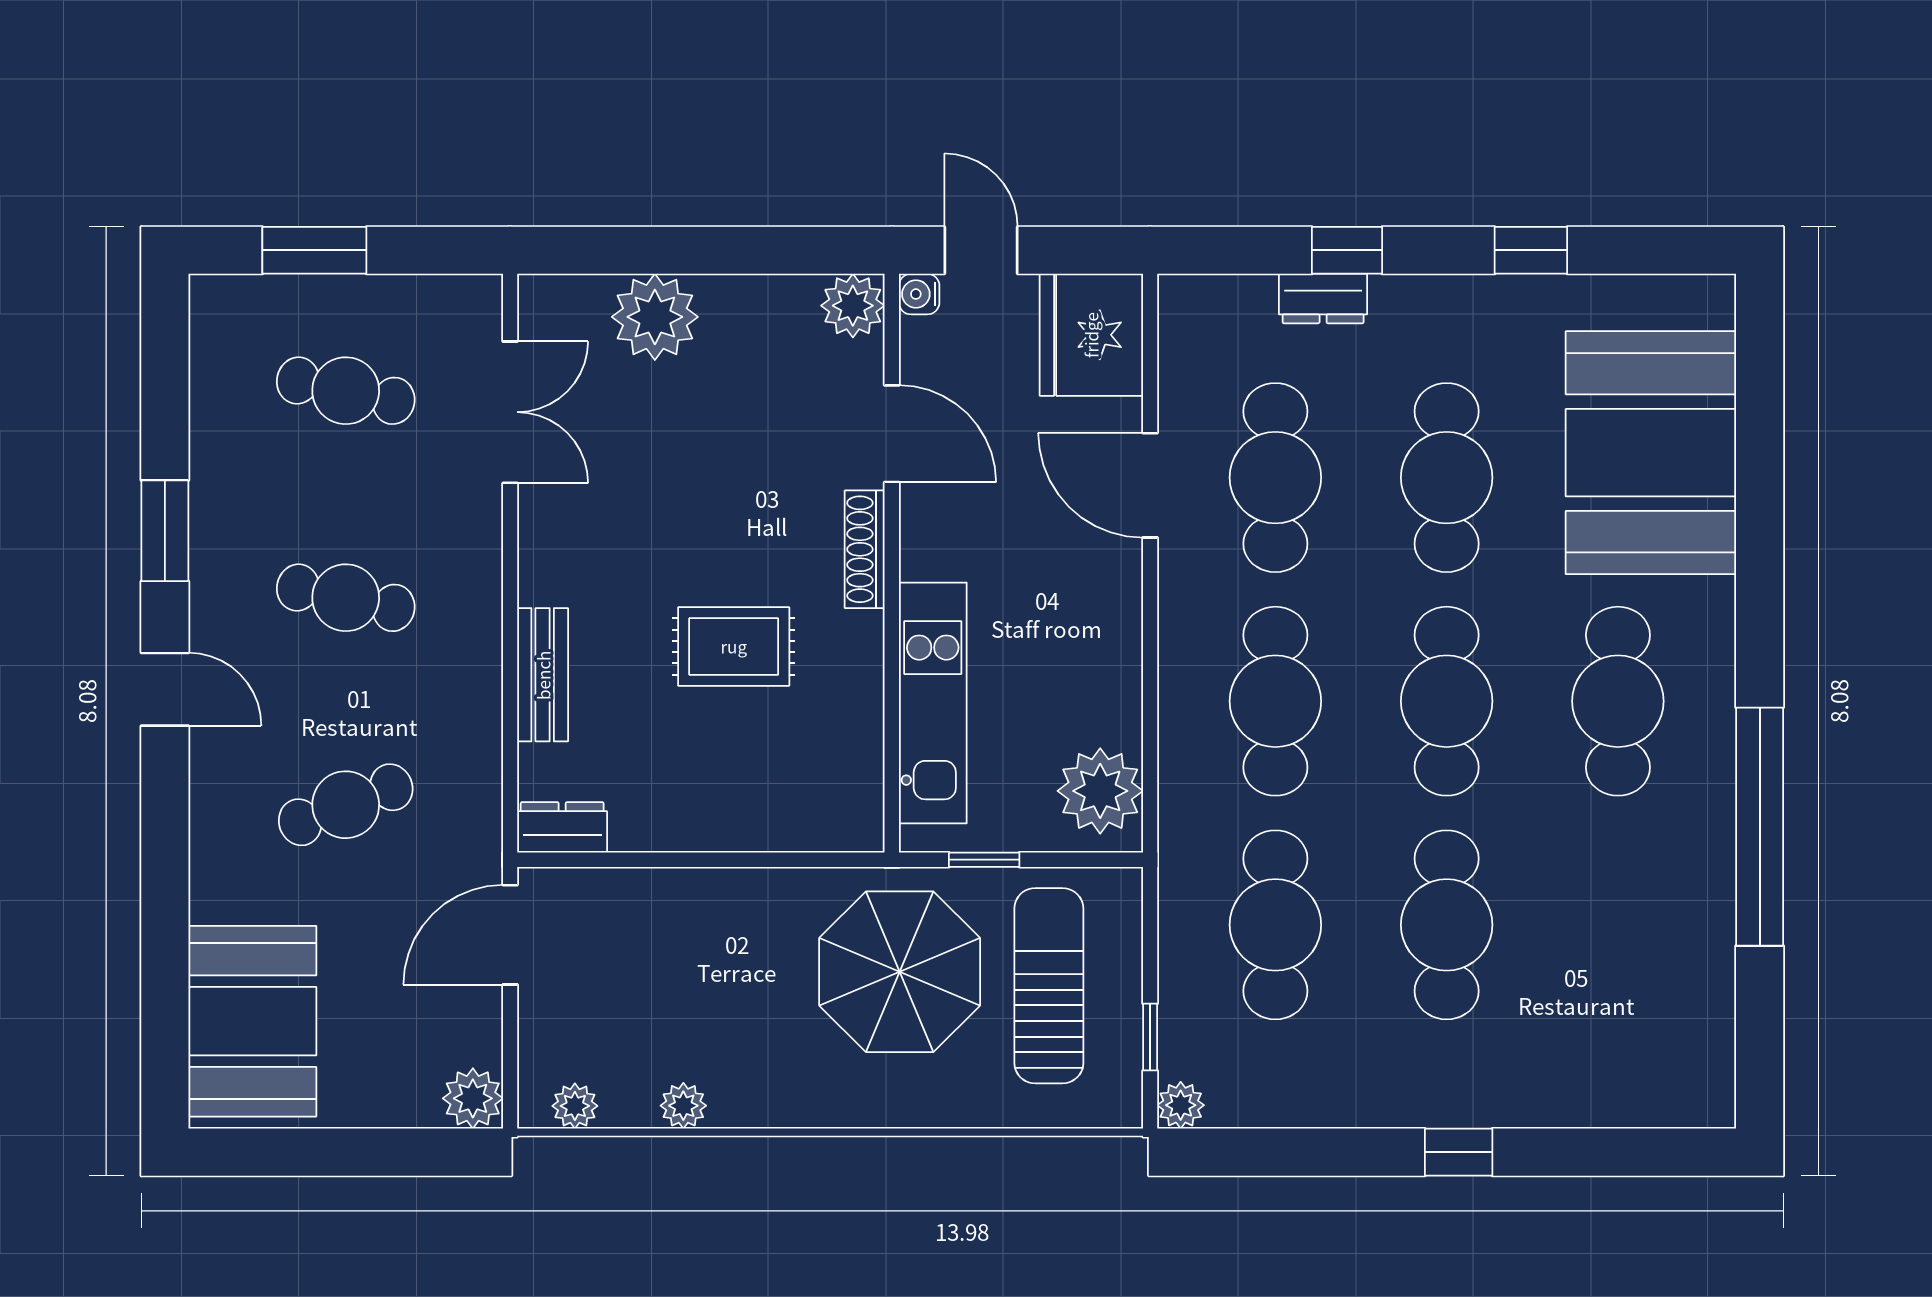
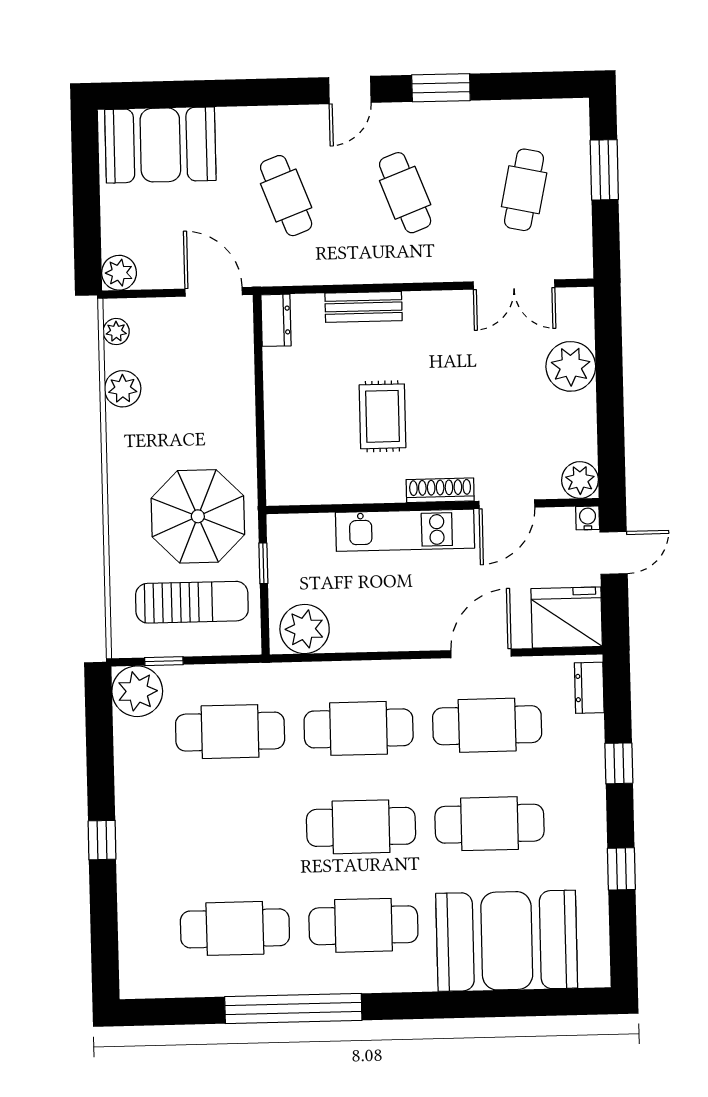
dresser: (1323, 299) -> (589, 688), moved
cafe table: (346, 598) -> (405, 193), turned -33
kitchen unit: (933, 703) -> (405, 530), moved
cafe table: (1447, 925) -> (235, 928), moved
plant: (1181, 1105) -> (137, 691), width x1.88, depth x1.88
plant: (683, 1106) -> (123, 389), width x1.38, depth x1.38

